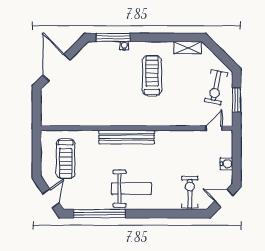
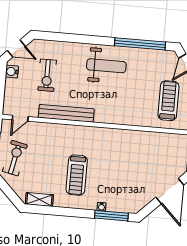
bench: (127, 137) -> (66, 113), moved
water cooler: (226, 164) -> (12, 72), moved
weight bench: (131, 189) -> (106, 66), turned 180
exercise bike: (190, 192) -> (47, 75), moved

